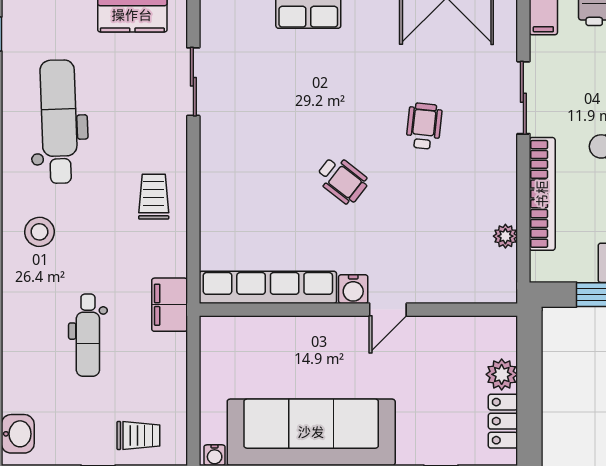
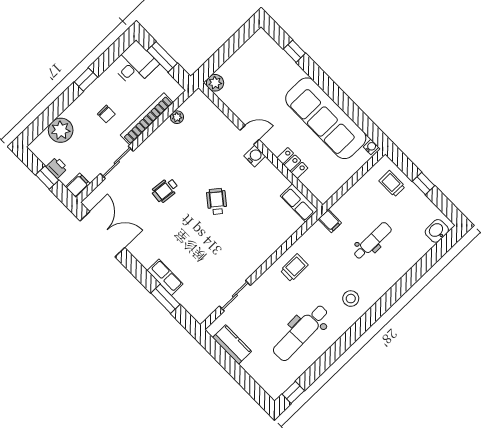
trolley: (154, 197) -> (294, 268), turned 180
row of seats: (268, 287) -> (299, 203), width x0.50
filing cabinet: (170, 305) -> (330, 221), width x0.50
plant: (502, 374) -> (215, 83), moved
locker: (503, 421) -> (292, 163), moved, turned -90

